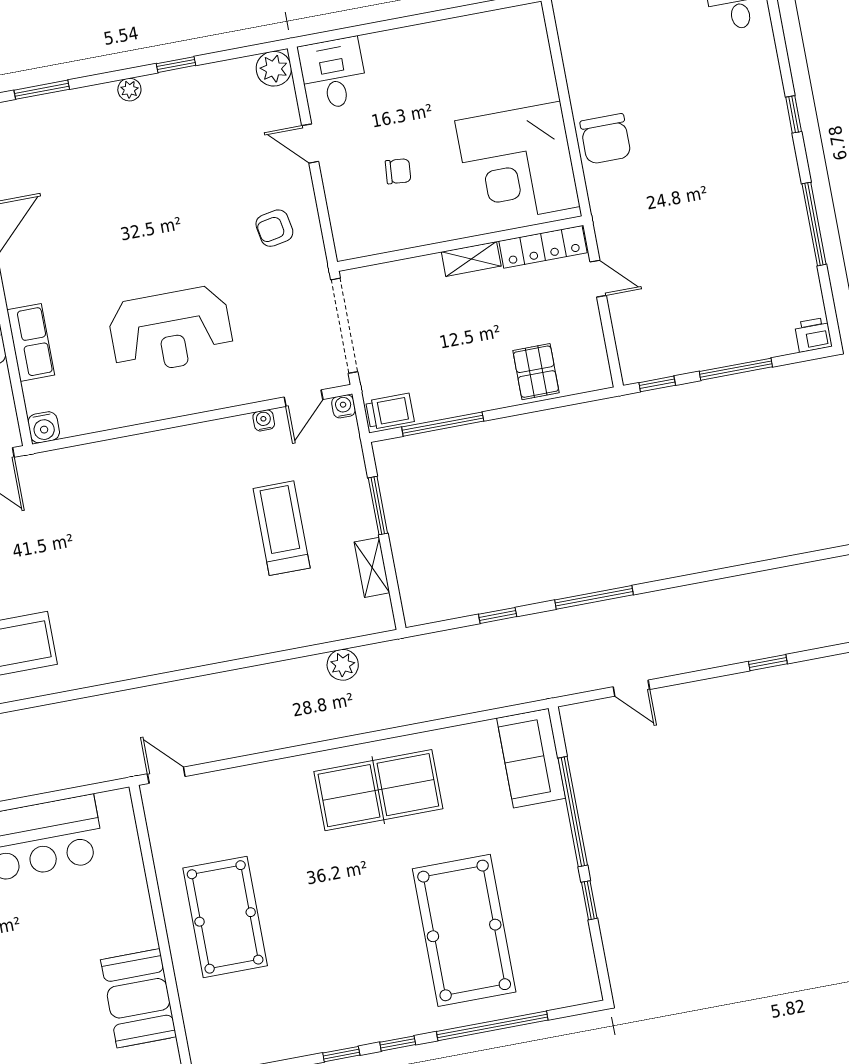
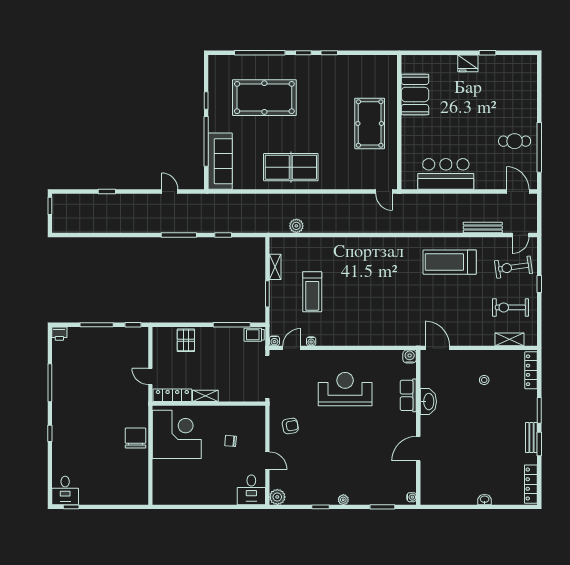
sofa: (531, 758) -> (220, 161), width x1.36
pool table: (464, 930) -> (264, 98), turned 90

